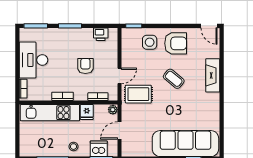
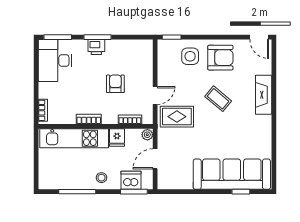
printer: (101, 34) -> (96, 47), moved
desk: (33, 60) -> (55, 61), moved

